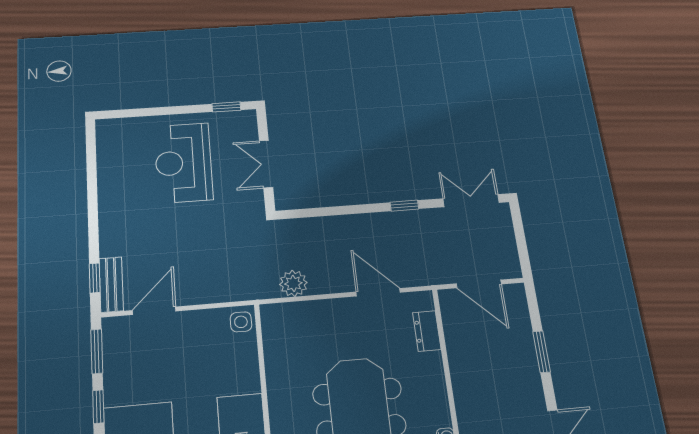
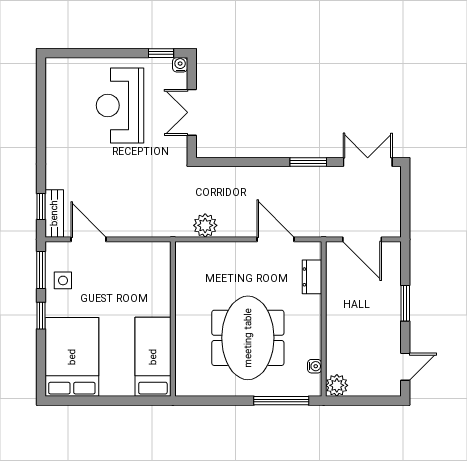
water cooler: (249, 117) -> (180, 65), added
window: (404, 206) -> (308, 162), width x1.50
door: (154, 311) -> (88, 239), hinge flipped
side table: (241, 322) -> (63, 280), moved

